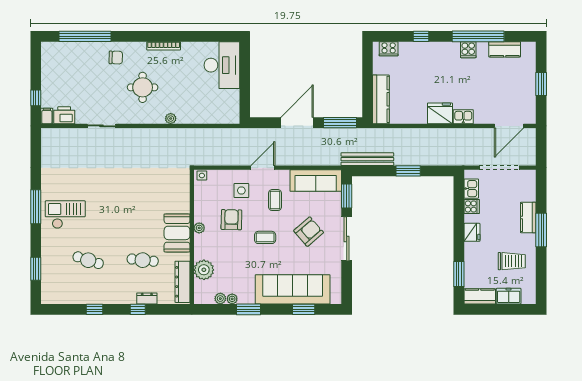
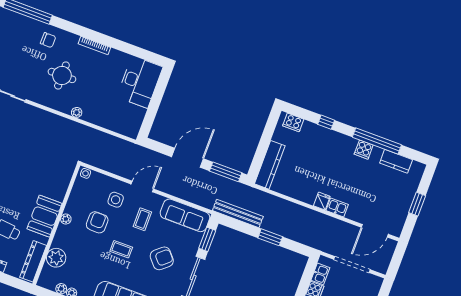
fridge: (440, 113) -> (322, 201), width x0.53, depth x0.75

